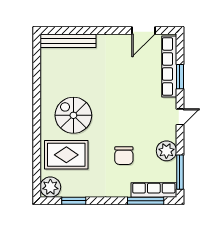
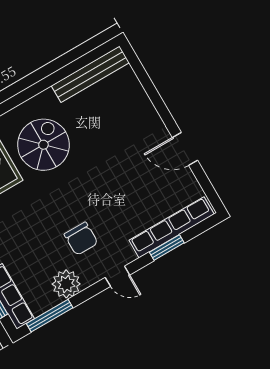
door: (144, 30) -> (185, 149), moved
bench: (68, 41) -> (90, 74), moved, turned 90
chair: (124, 156) -> (81, 239), moved, turned -90

